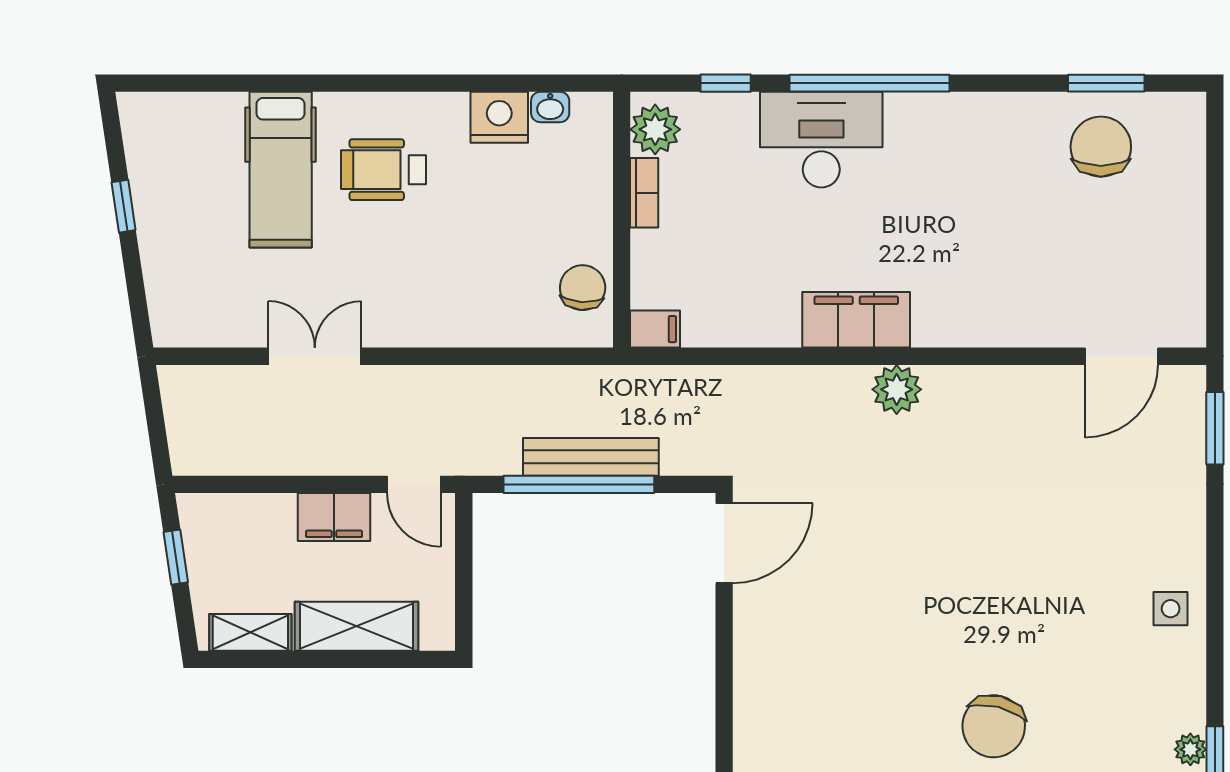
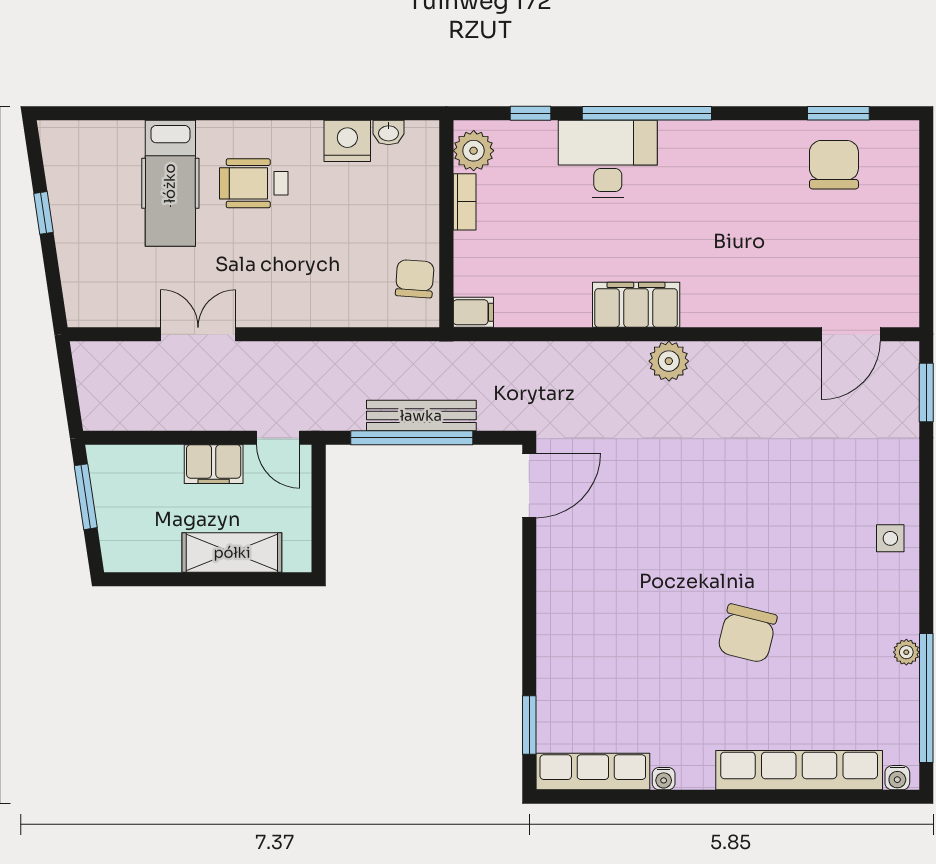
window: (176, 557) -> (86, 497), width x1.50
shelving: (250, 632) -> (146, 557), removed

